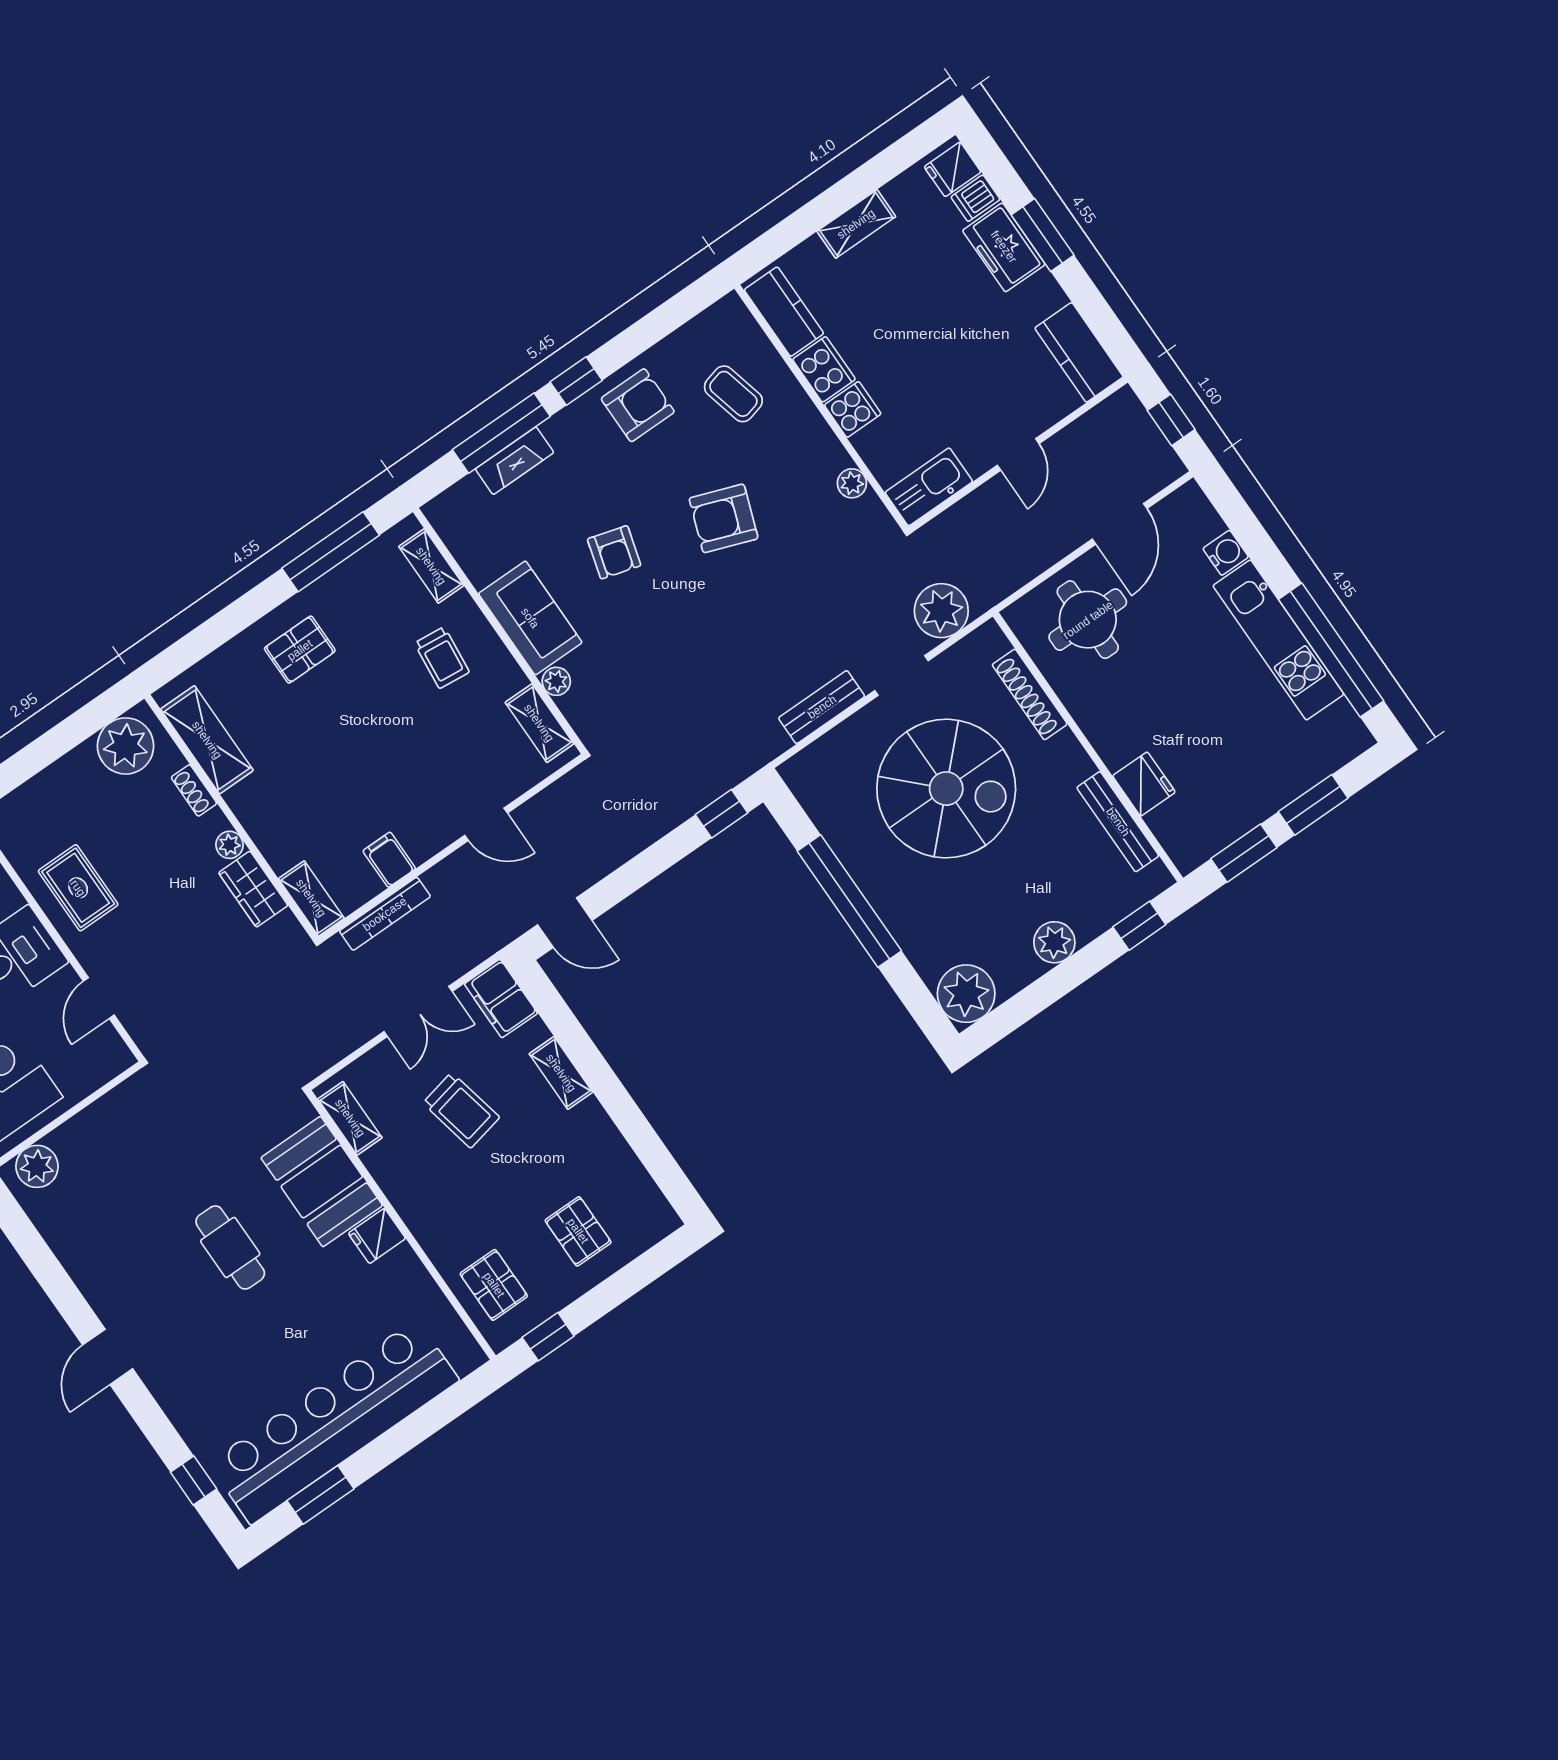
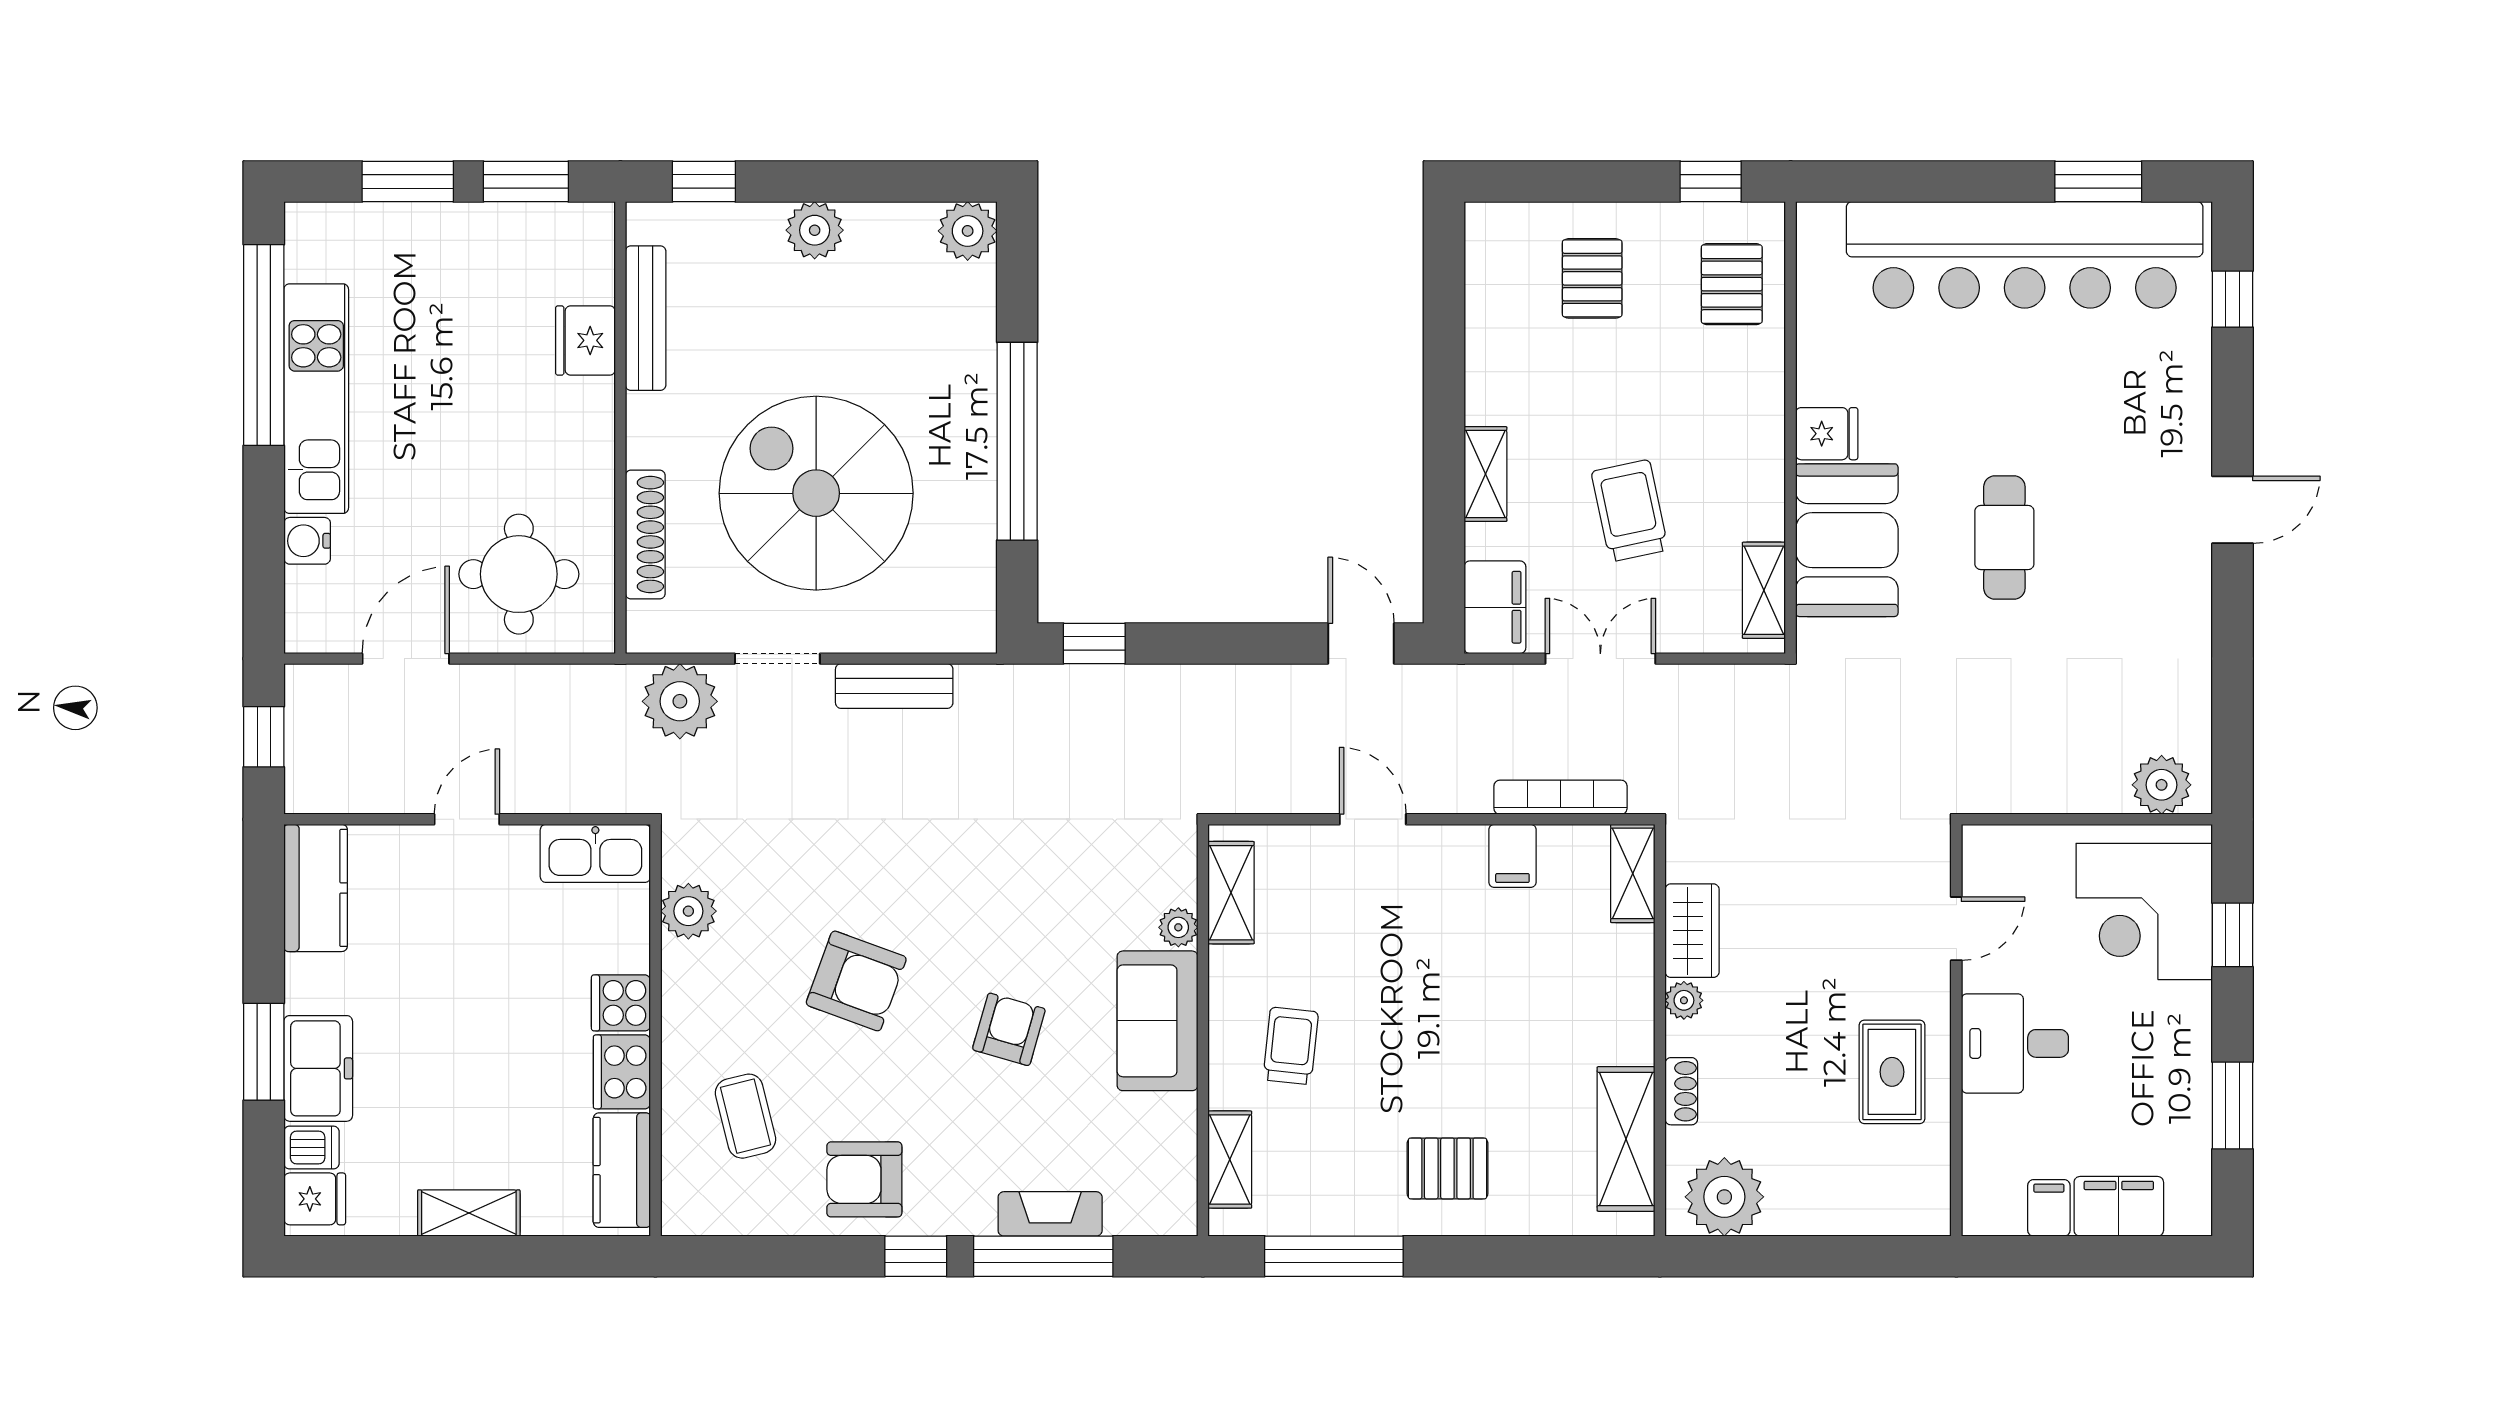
plant: (852, 483) -> (688, 911), width x1.38, depth x1.38
plant: (966, 994) -> (968, 231), width x0.73, depth x0.73

